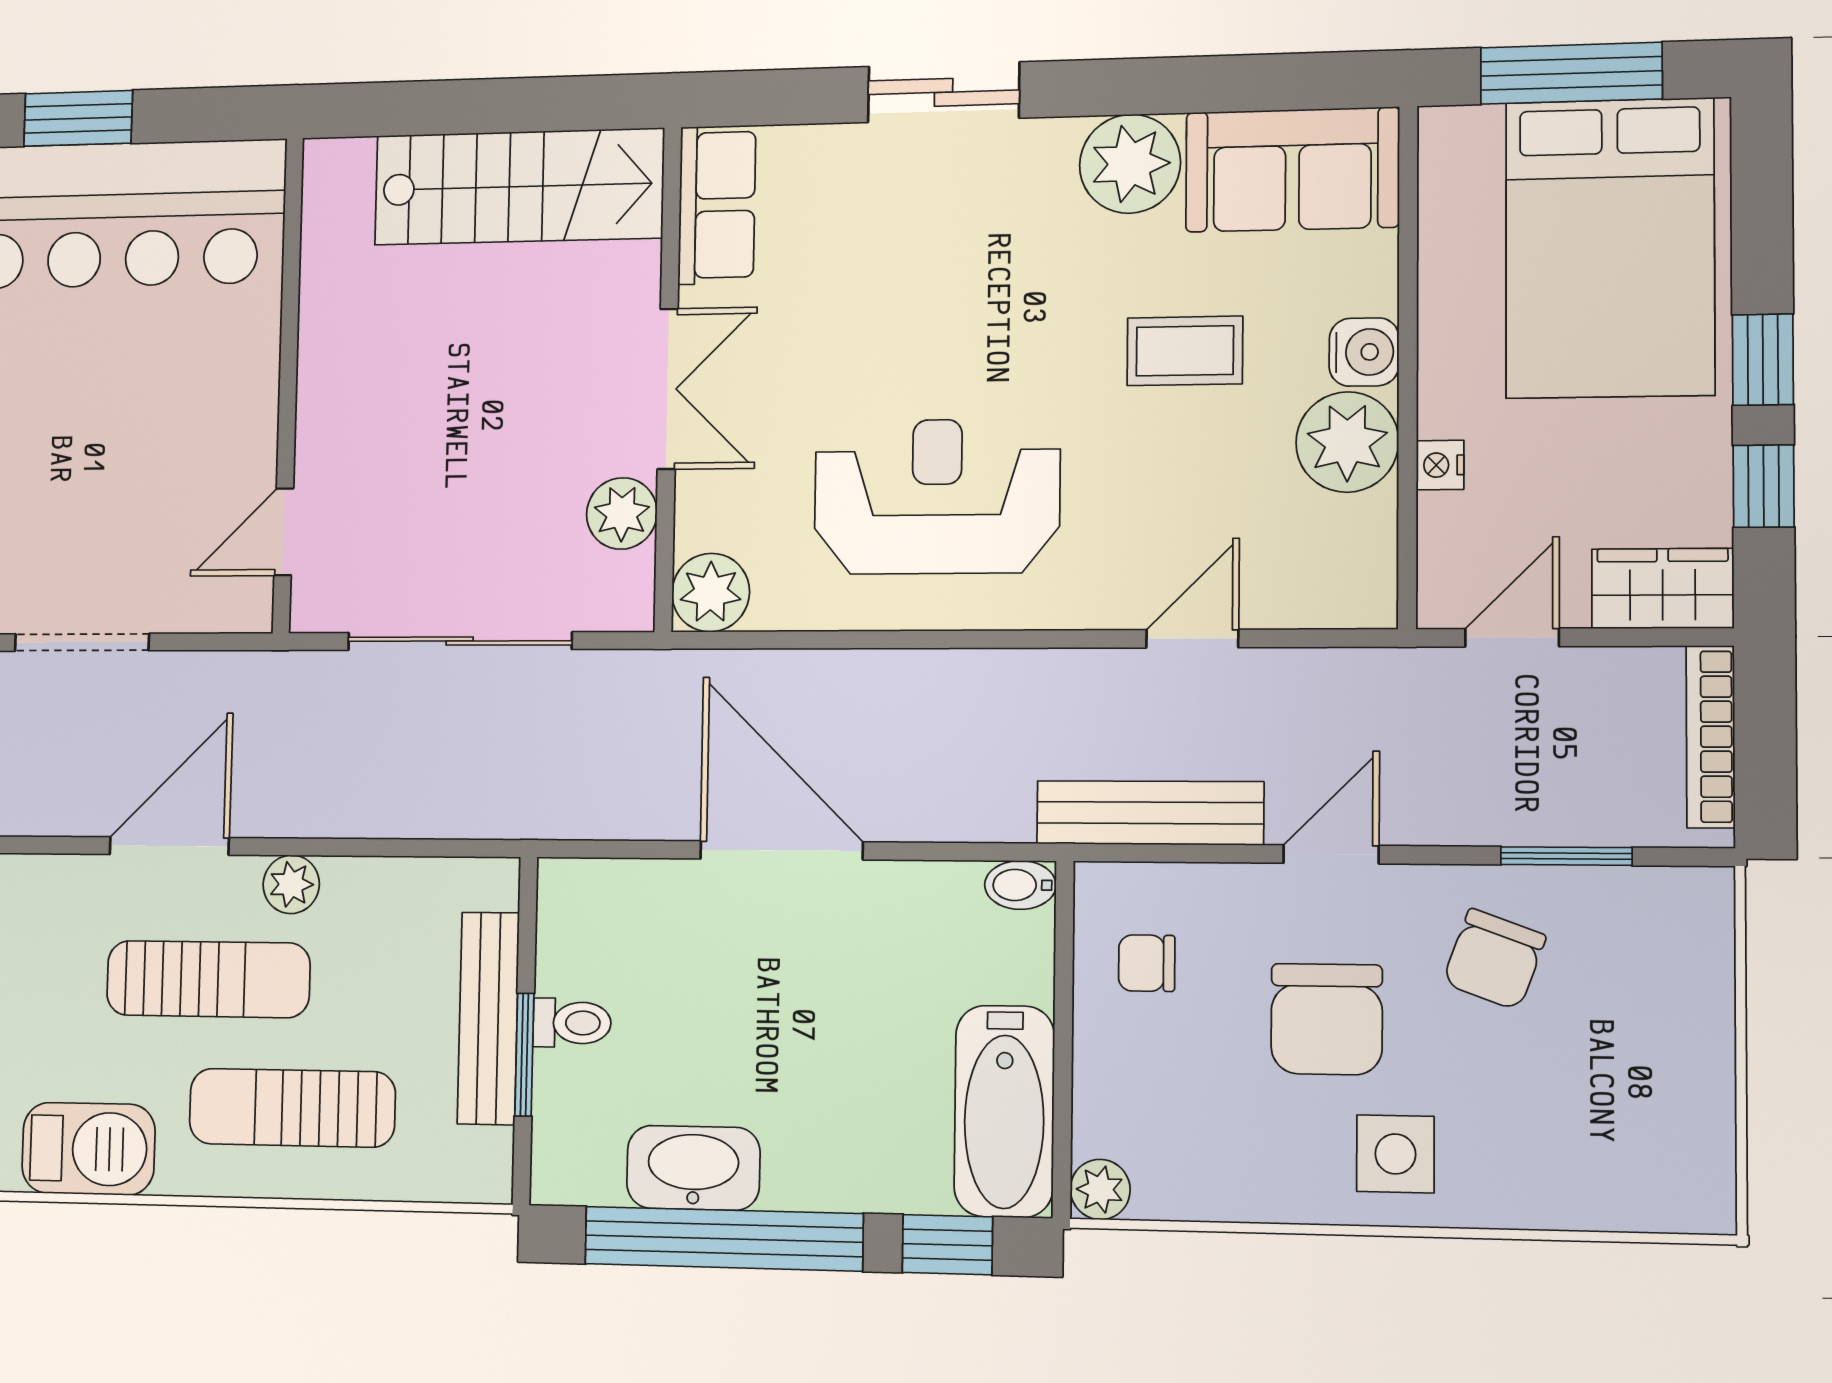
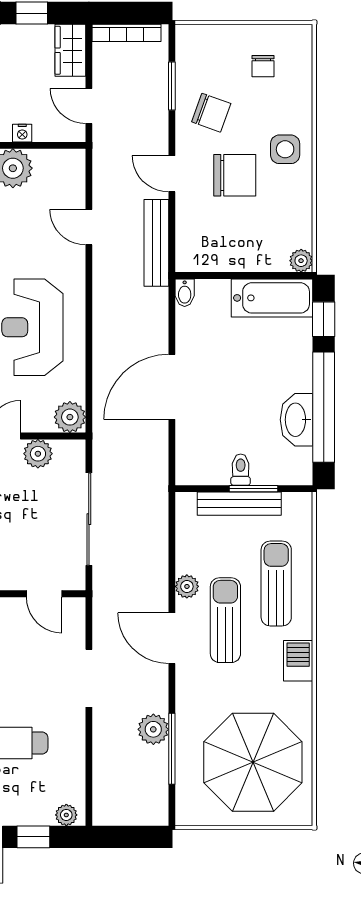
chair: (1147, 963) -> (263, 66), moved
sun lounger: (292, 1108) -> (276, 584), turned 180
barbecue: (88, 1149) -> (298, 661), width x0.73, depth x0.79

